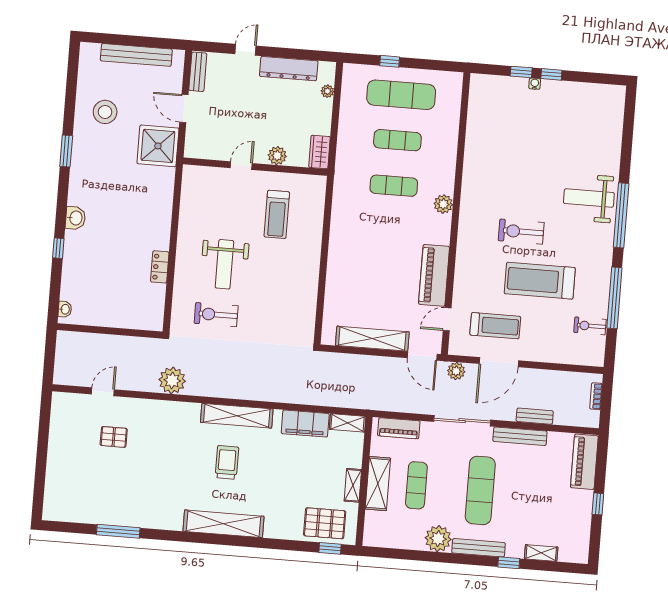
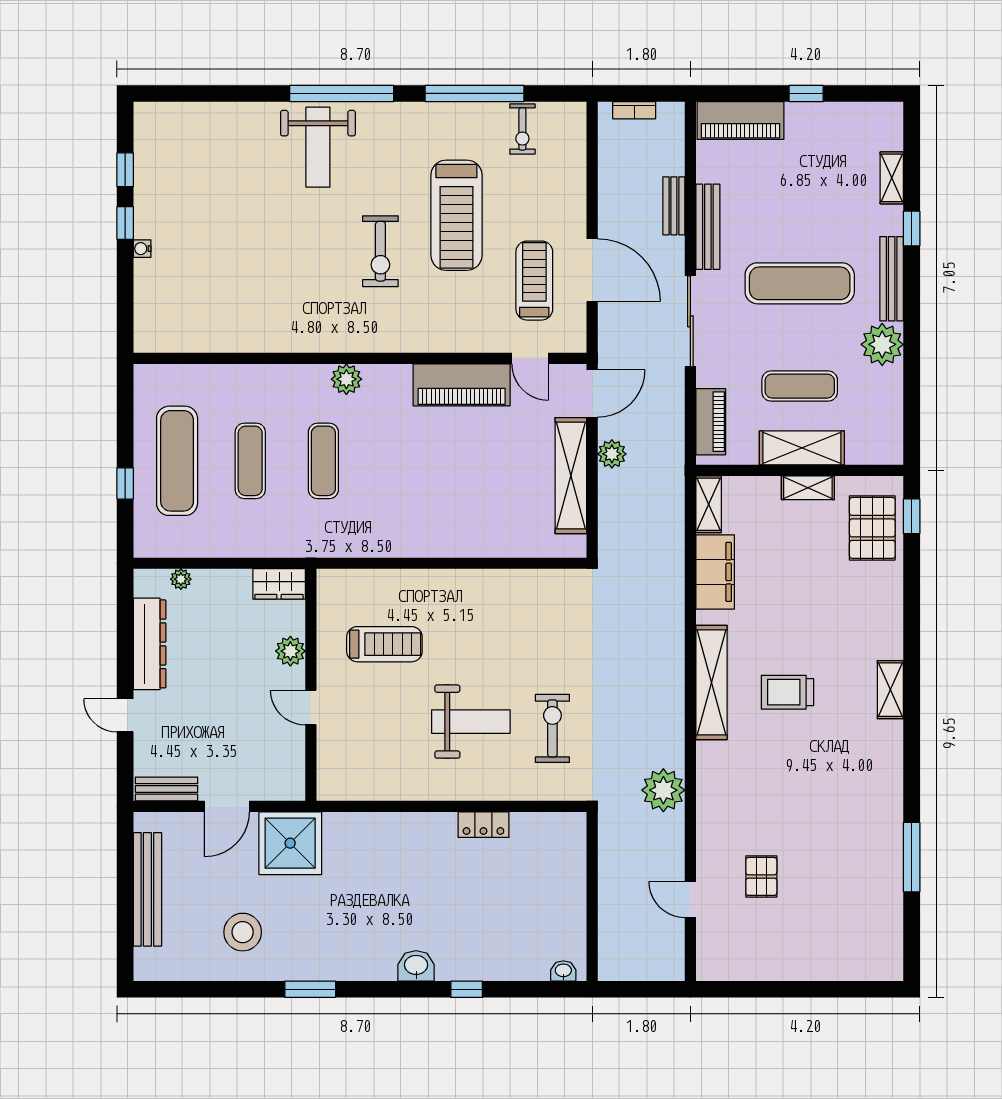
window: (521, 72) -> (125, 170), moved
exercise bike: (216, 315) -> (552, 728), turned 180
plant: (456, 371) -> (612, 454), moved
shelving: (223, 524) -> (890, 690), width x0.45, depth x0.75

